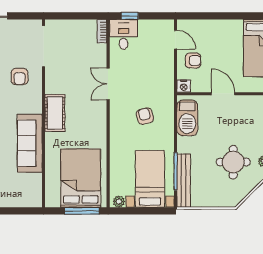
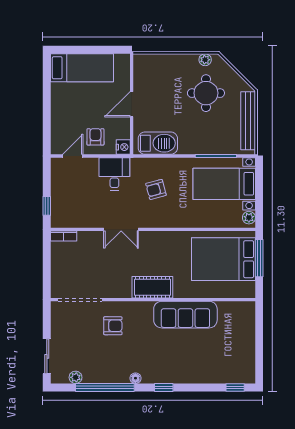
desk: (124, 34) -> (114, 174), moved, turned 90
bench: (184, 181) -> (248, 121), moved, turned 90

